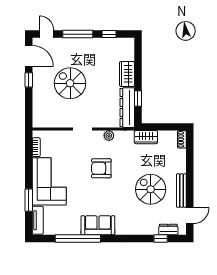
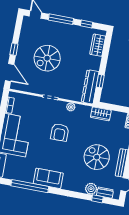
door: (29, 56) -> (10, 72), moved
wardrobe: (127, 74) -> (98, 45), moved
spiral stairs: (70, 83) -> (47, 58), turned -90
armchair: (101, 168) -> (60, 132), turned -90
plant: (151, 228) -> (91, 189), added

